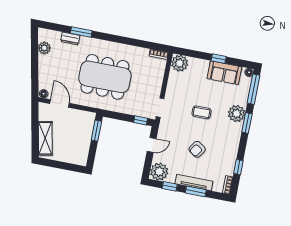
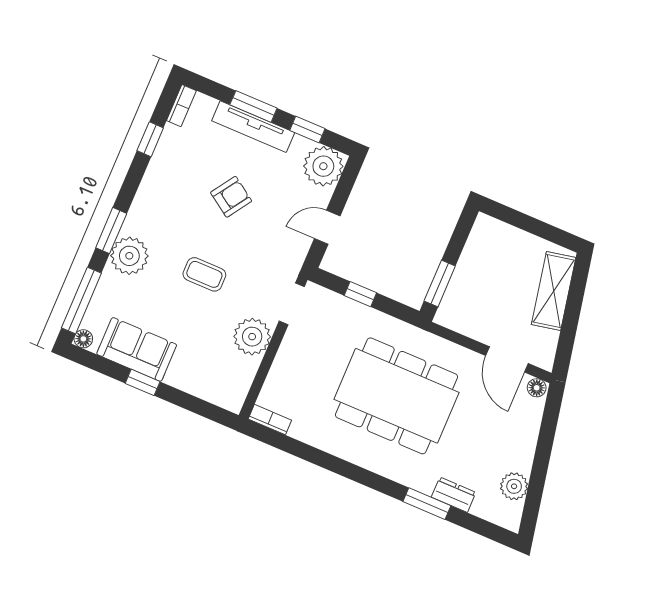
plant: (180, 63) -> (252, 337), moved
window: (141, 120) -> (360, 294), moved

